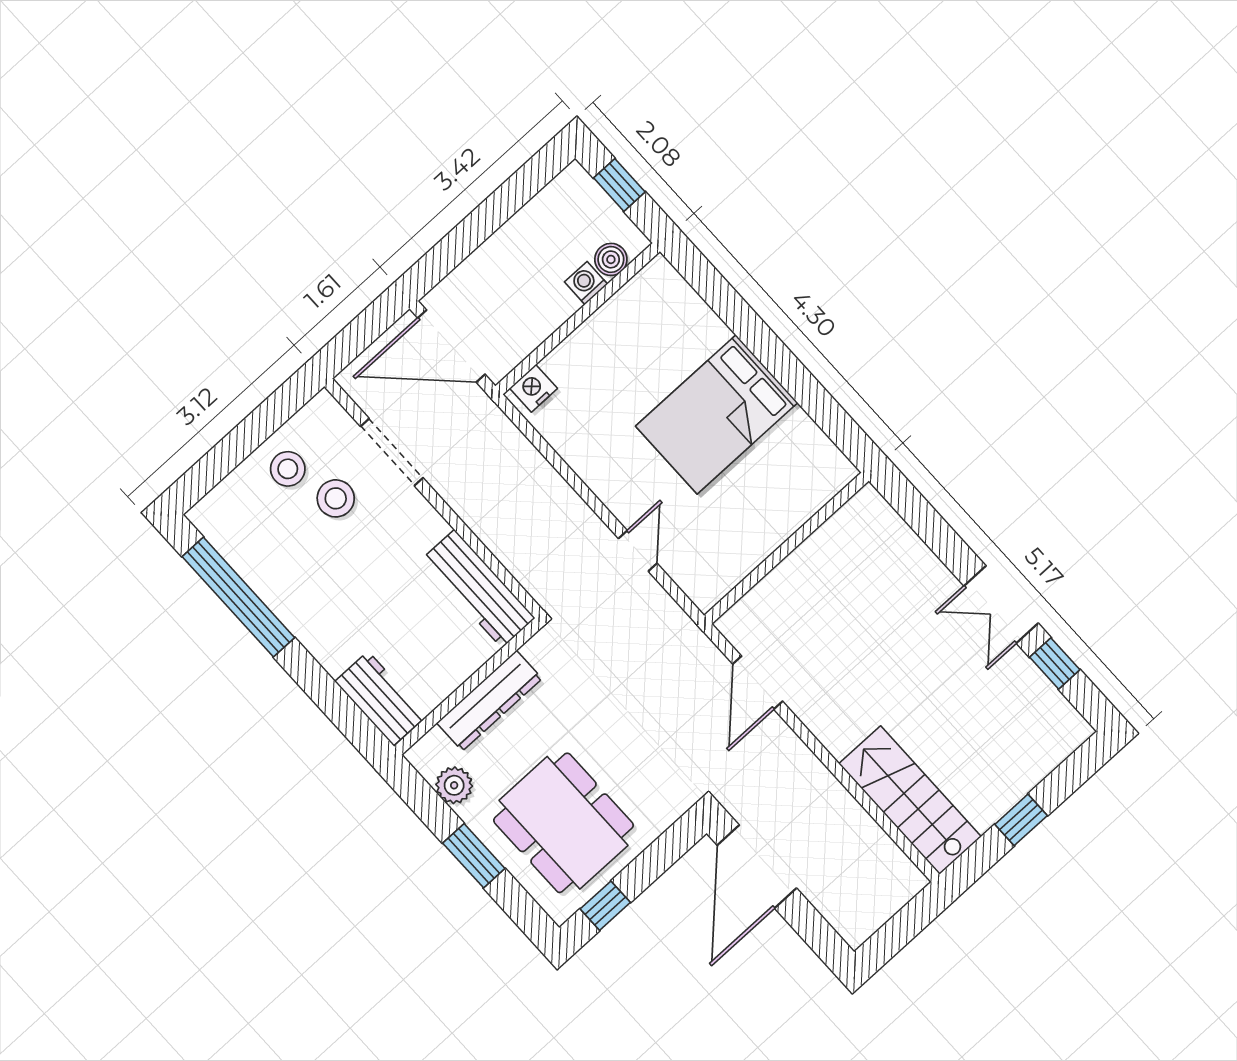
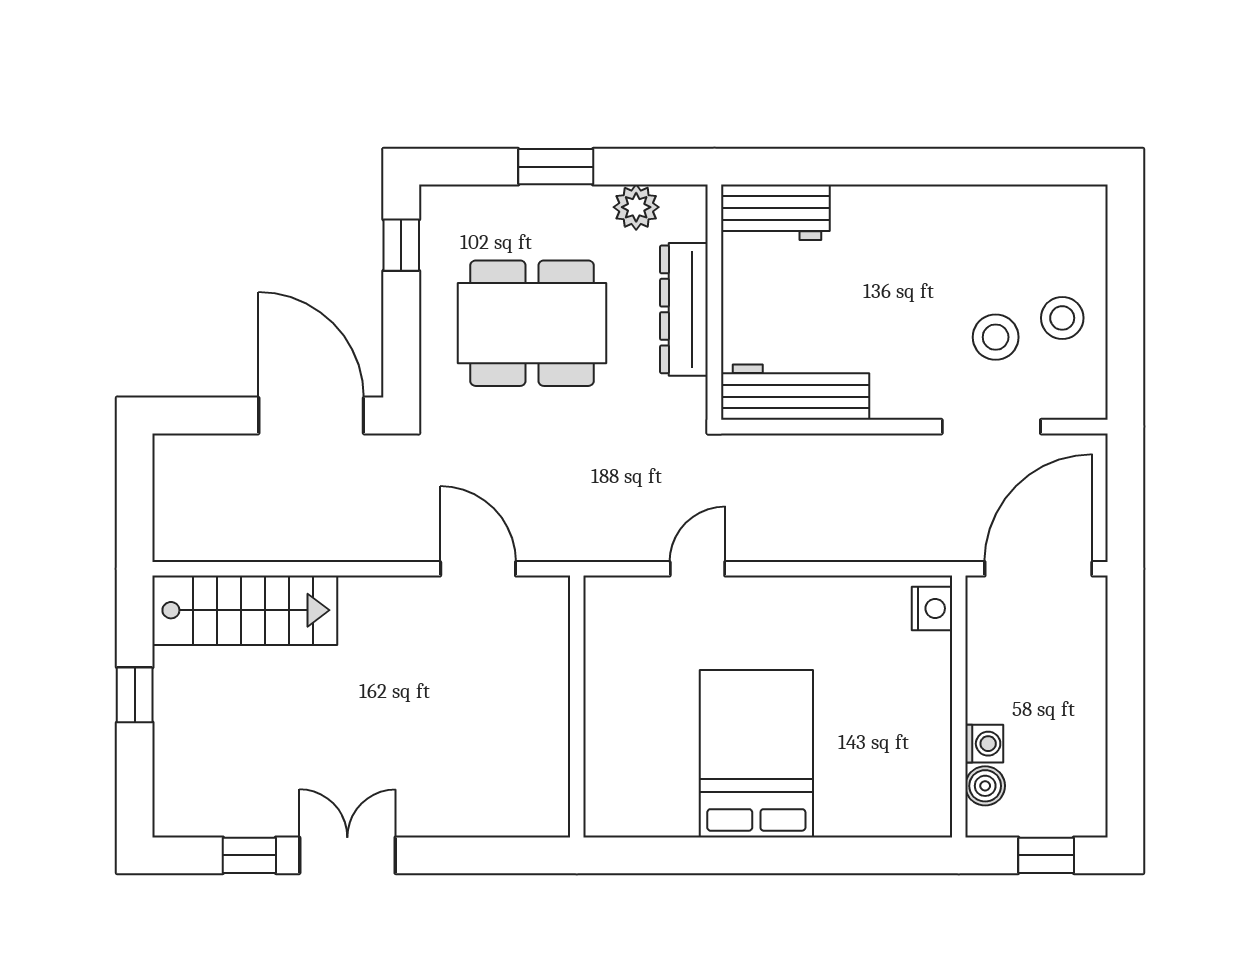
door: (638, 551) -> (697, 569), swing flipped
window: (238, 597) -> (986, 167), removed
dining table: (563, 823) -> (532, 323), moved

